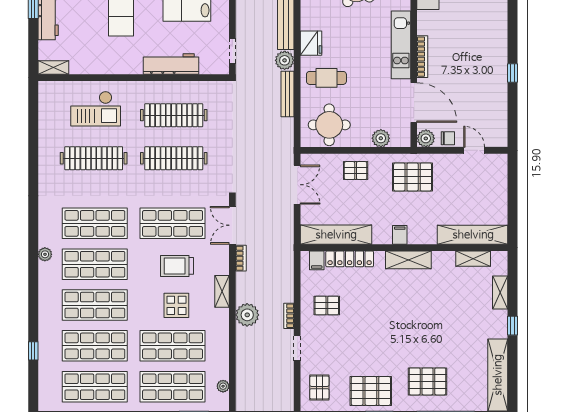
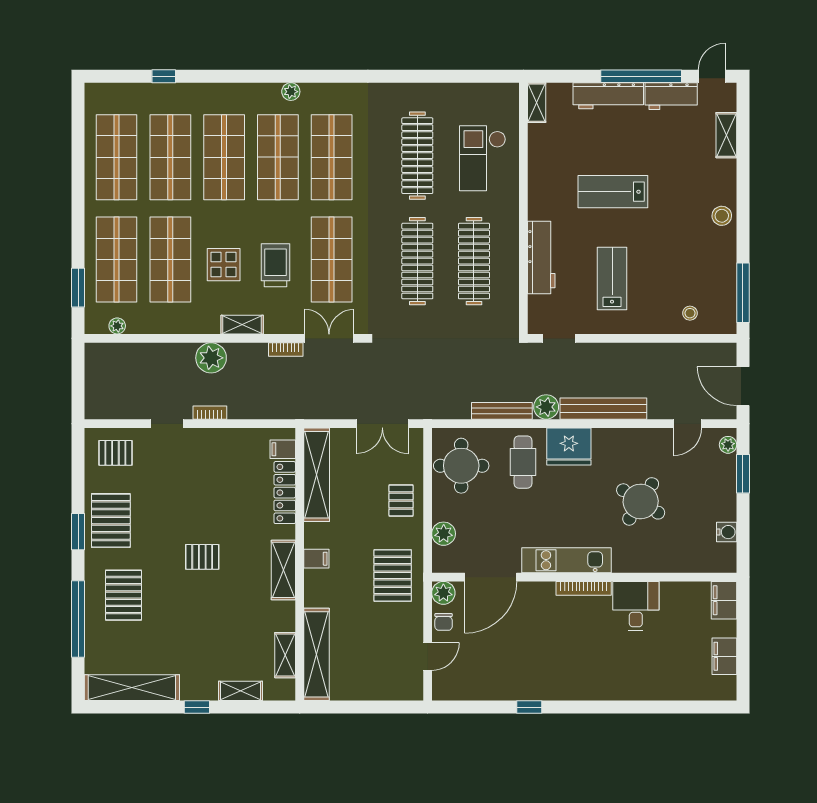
fridge: (311, 43) -> (569, 446), width x1.36, depth x1.34
bookcase: (422, 57) -> (584, 588), moved
pallet: (327, 305) -> (202, 557), moved, turned 90

